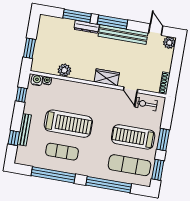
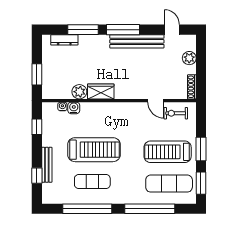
dresser: (87, 27) -> (64, 40), moved
plant: (169, 43) -> (189, 58), moved
wardrobe: (107, 77) -> (101, 91), moved
water cooler: (37, 80) -> (74, 108), moved

